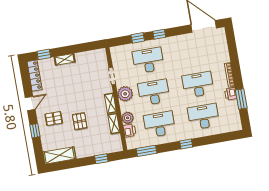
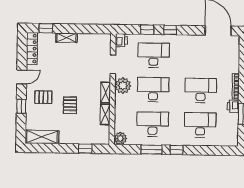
plant: (128, 118) -> (120, 138), moved
printer: (129, 131) -> (121, 40), moved
window: (146, 151) -> (151, 150), moved

